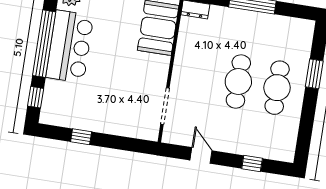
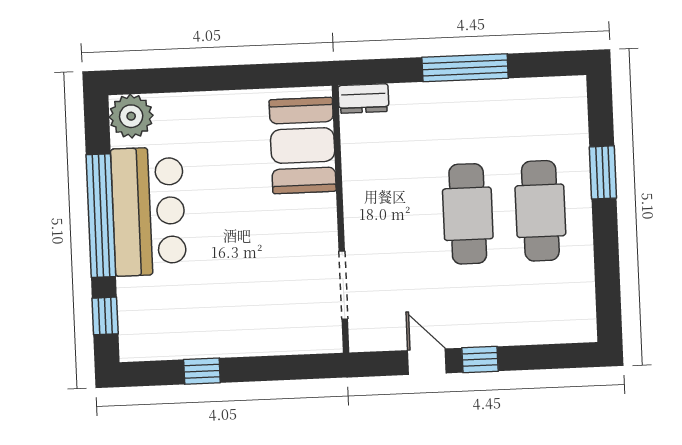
window: (252, 163) -> (480, 359), moved

